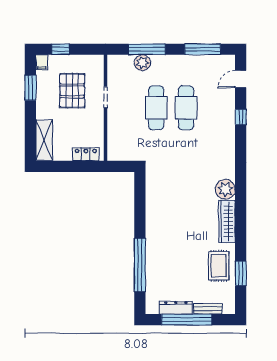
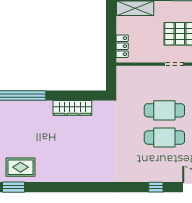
plant: (225, 189) -> (90, 173), removed
wardrobe: (227, 222) -> (72, 108), moved, turned 180

